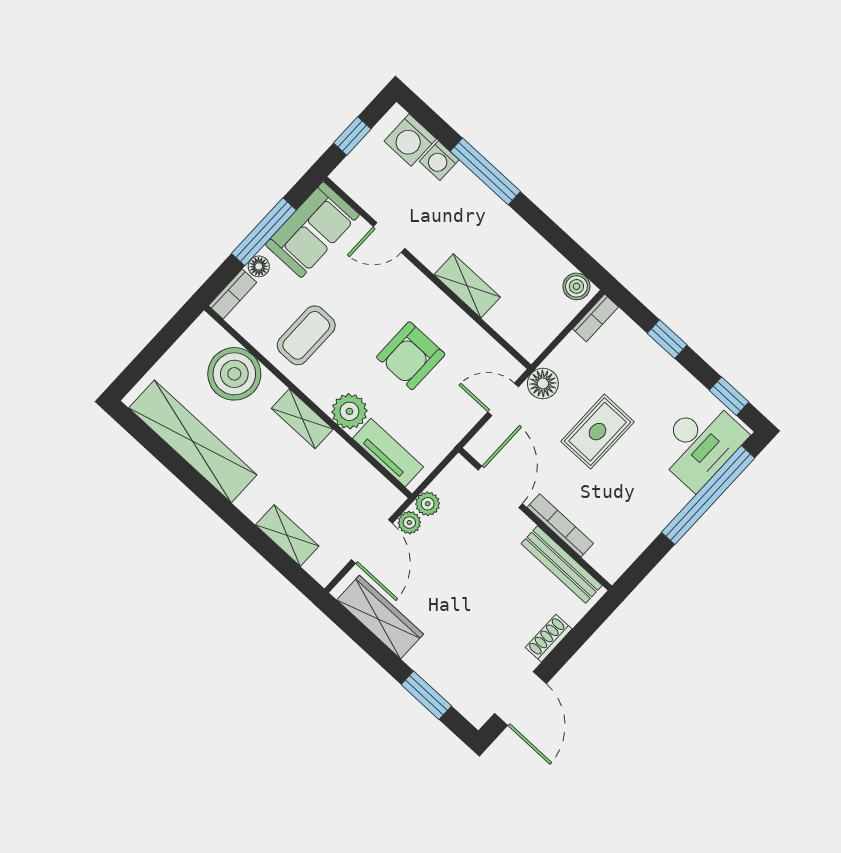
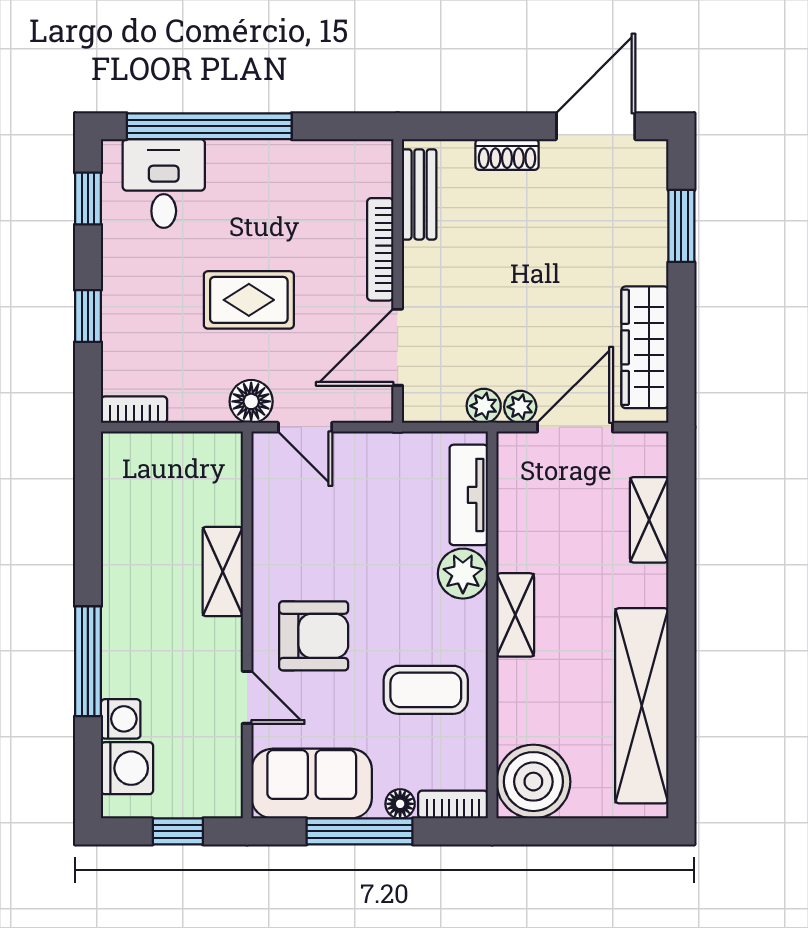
boiler: (576, 286) -> (120, 459), removed
armchair: (411, 356) -> (314, 636), moved
boiler: (234, 374) -> (533, 782), moved
desk: (700, 443) -> (164, 183), width x0.73
bench: (562, 564) -> (419, 194), width x0.73

